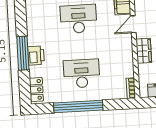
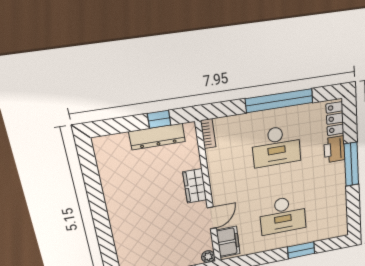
printer: (36, 56) -> (335, 149), moved

